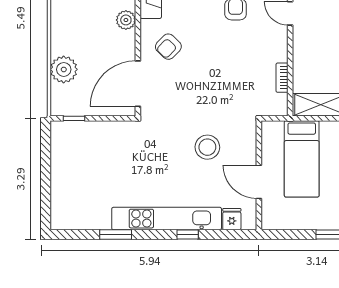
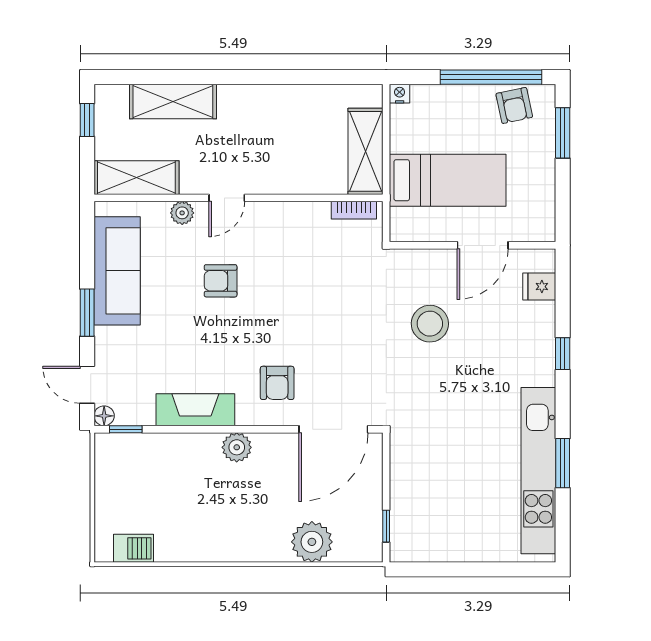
armchair: (168, 47) -> (277, 383), turned 46
bookcase: (282, 78) -> (354, 210), moved
door: (138, 84) -> (333, 429), hinge flipped
kitchen unit: (167, 219) -> (538, 471), moved

